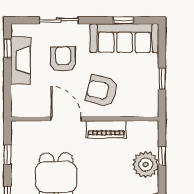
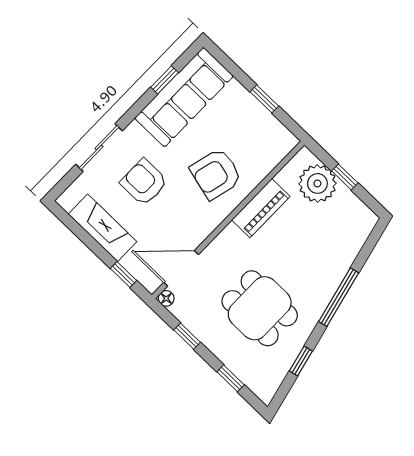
window: (7, 48) -> (123, 274), moved
door: (66, 119) -> (181, 268), moved
floor lamp: (16, 126) -> (166, 298), added
plant: (146, 165) -> (317, 183), moved

